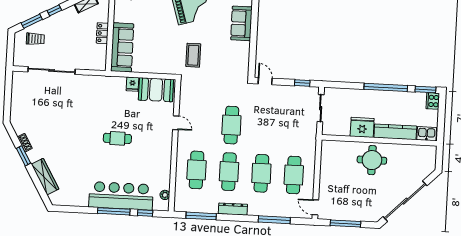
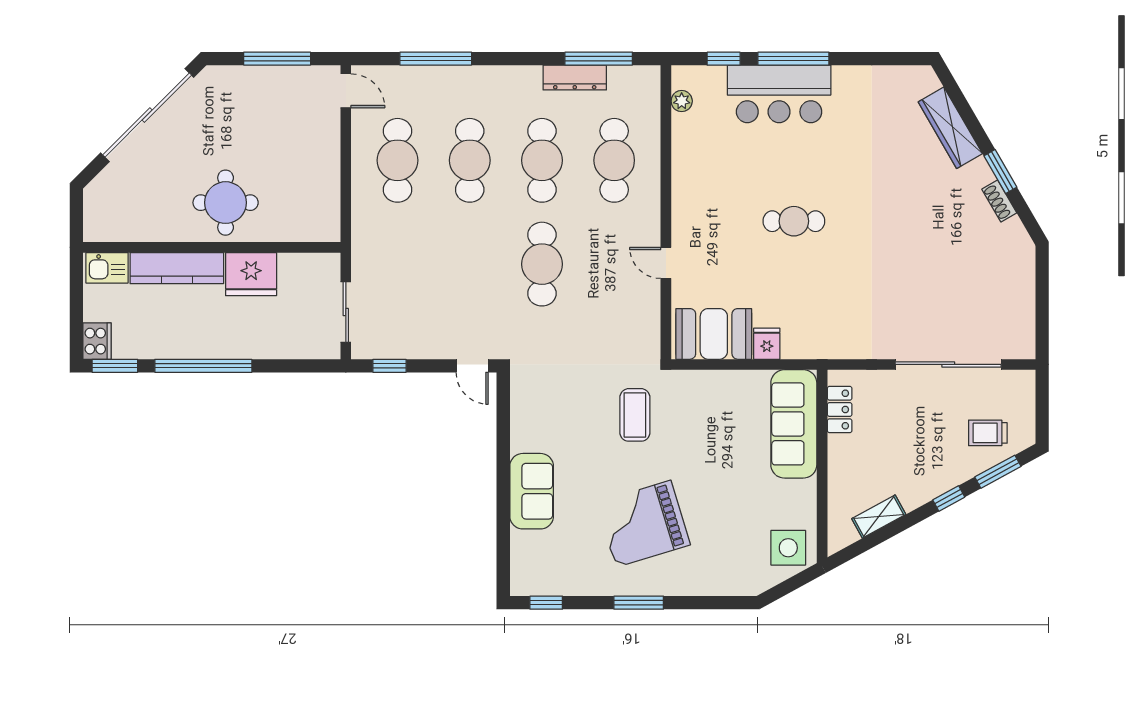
locker: (102, 33) -> (840, 410), moved
bar counter: (121, 196) -> (779, 94), width x0.73
dresser: (233, 209) -> (575, 78), moved

